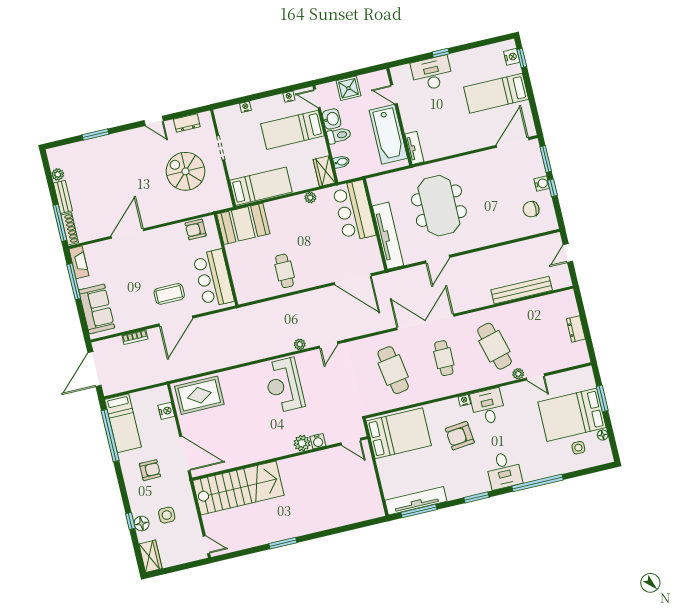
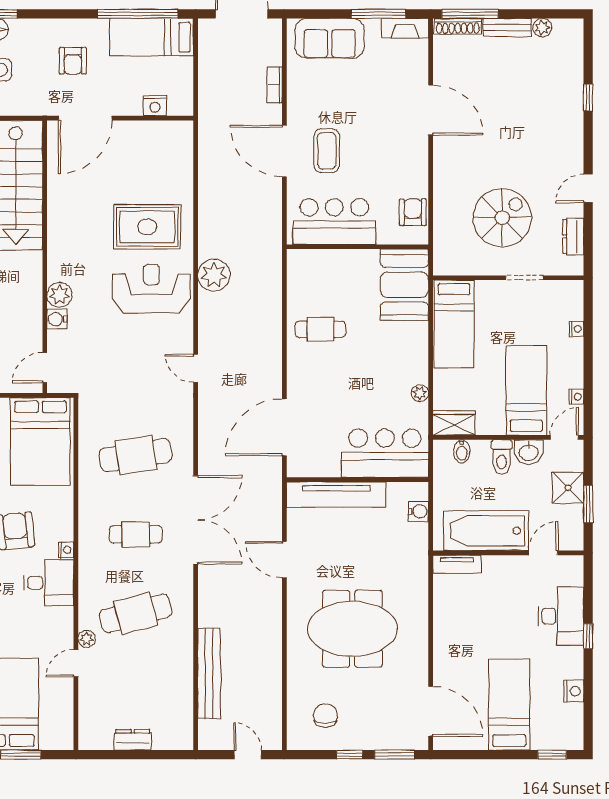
nightstand: (512, 57) -> (574, 691), moved, turned -90
window: (356, 73) -> (588, 504), added
window: (96, 135) -> (588, 97), width x0.67
water cooler: (542, 184) -> (418, 511), moved, turned -90
meeting table: (439, 206) -> (352, 629), moved
plant: (300, 344) -> (214, 275), moved, width x1.88, depth x1.88
rug: (199, 395) -> (147, 227), moved, turned 90

